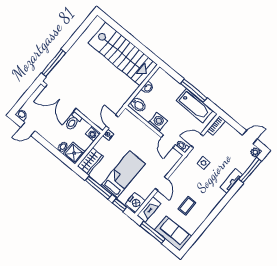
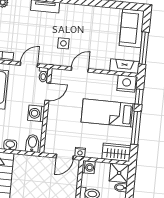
door: (197, 141) -> (29, 65), swing flipped
side table: (204, 163) -> (63, 43), moved
door: (161, 184) -> (80, 69), moved
coffee table: (187, 206) -> (97, 33), removed

